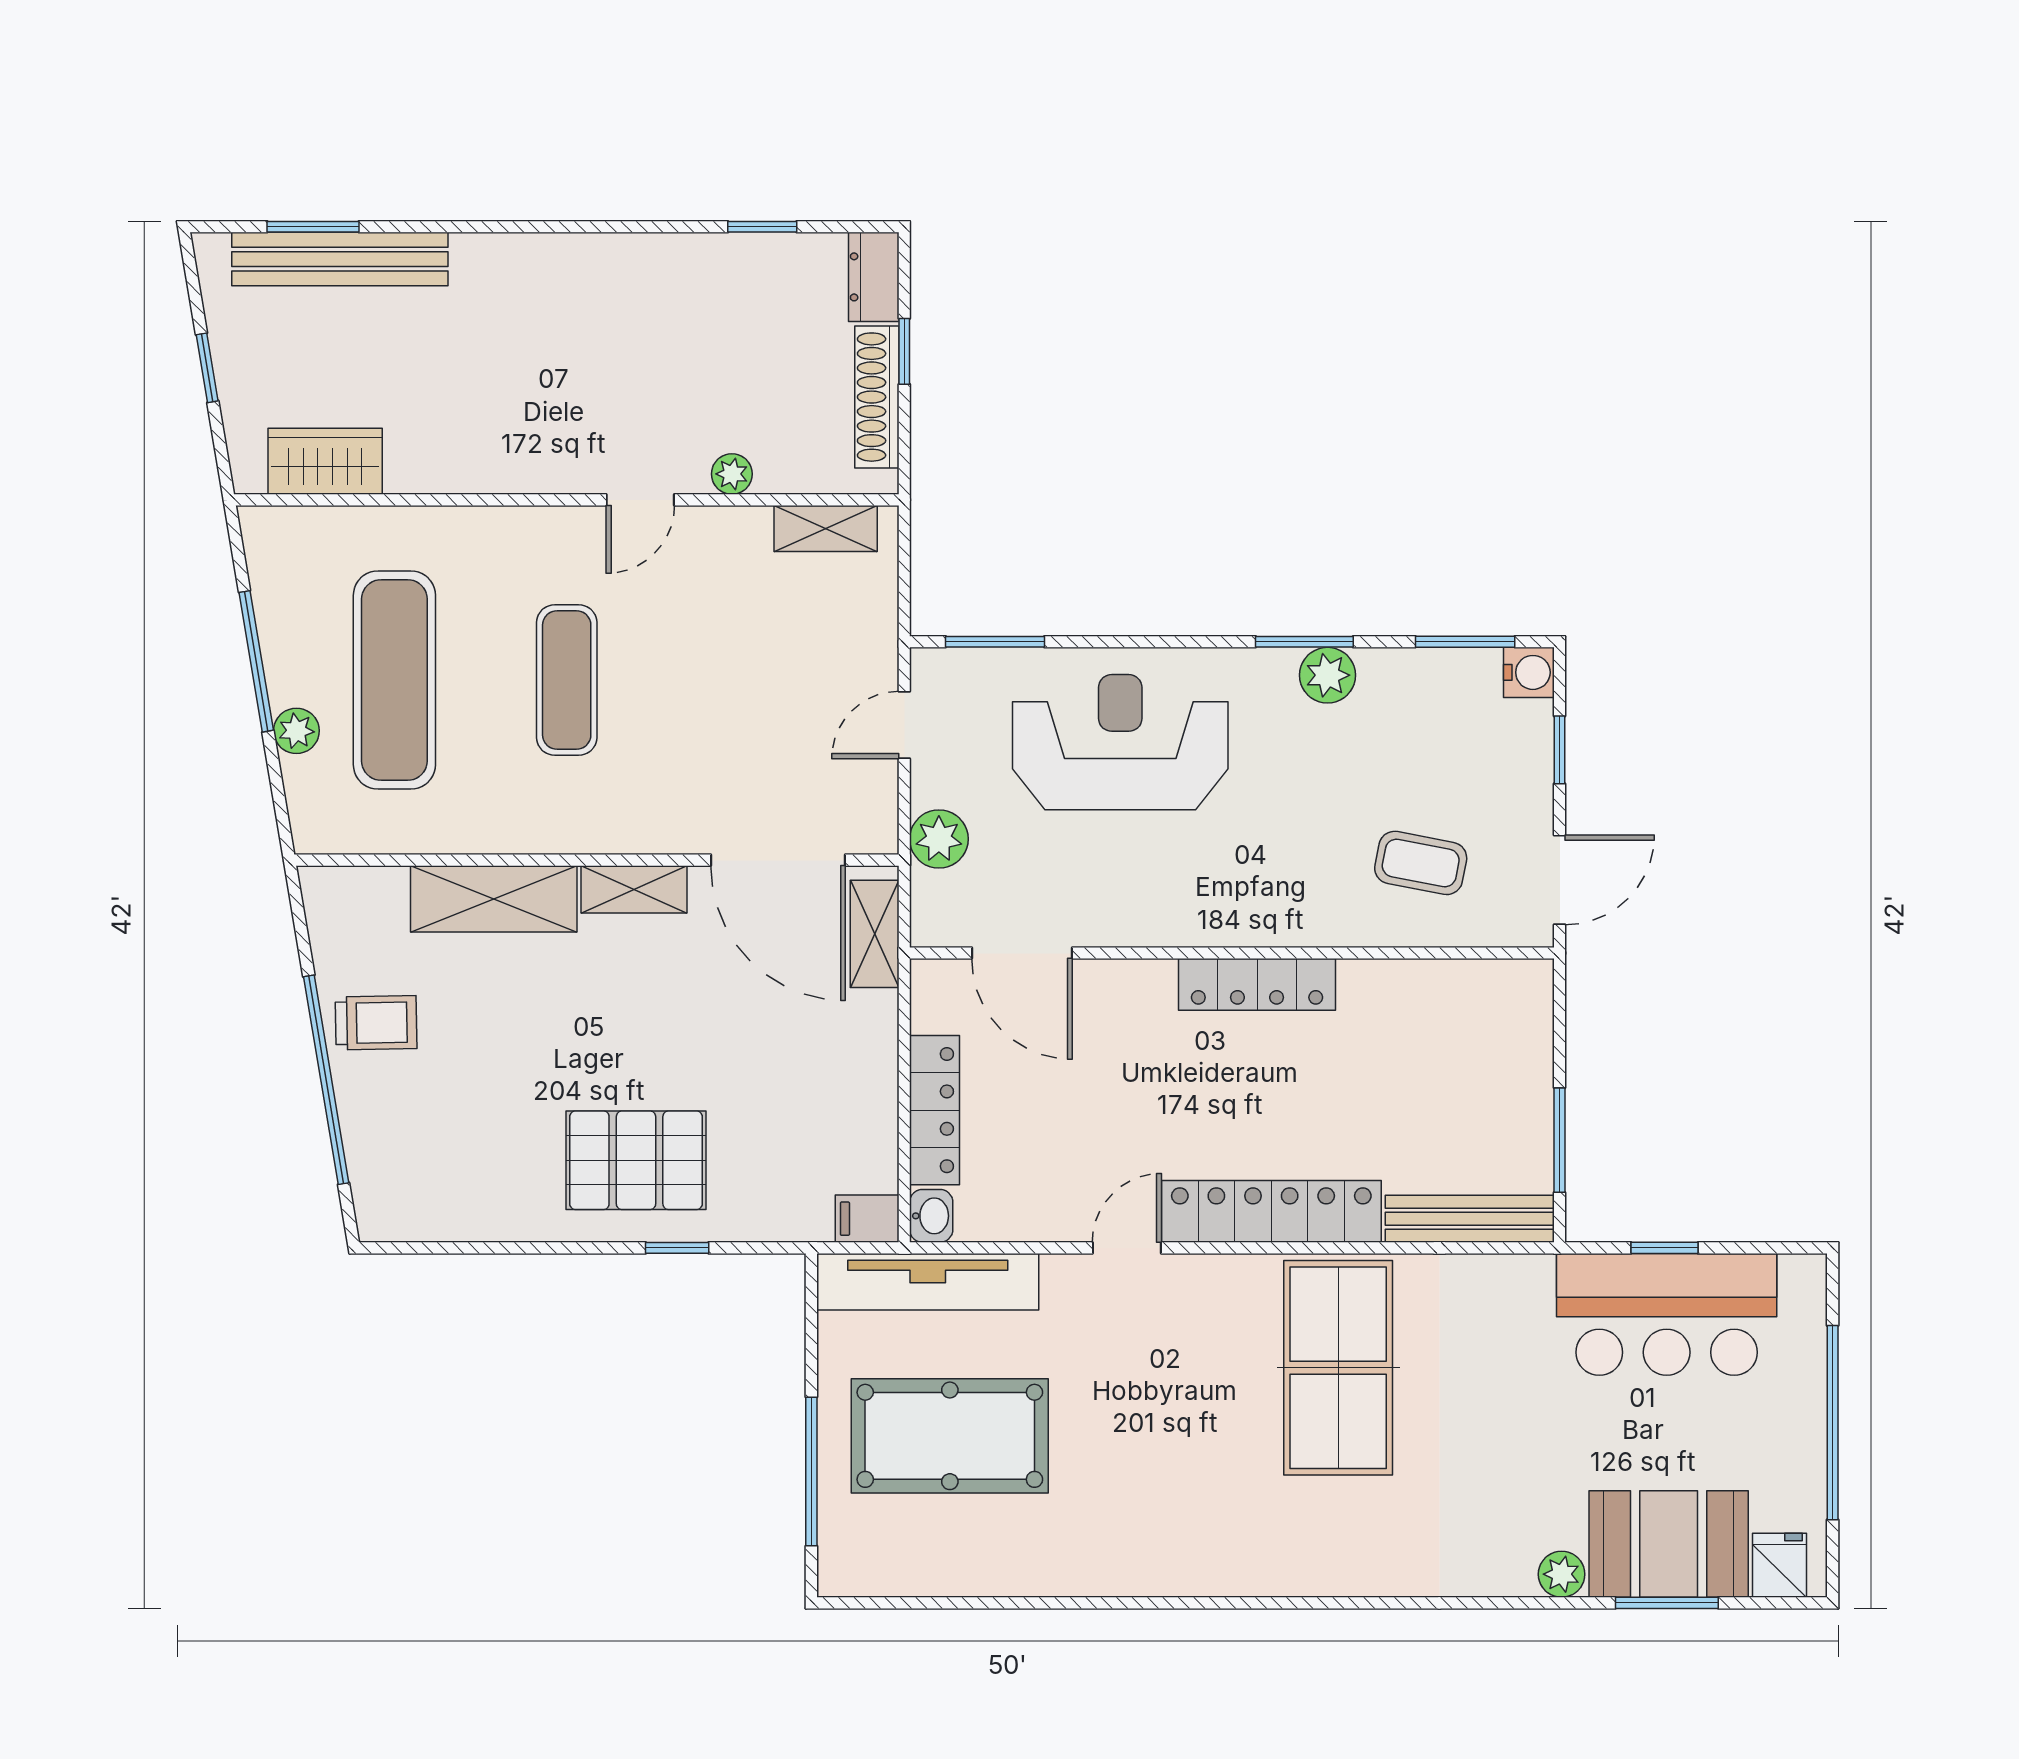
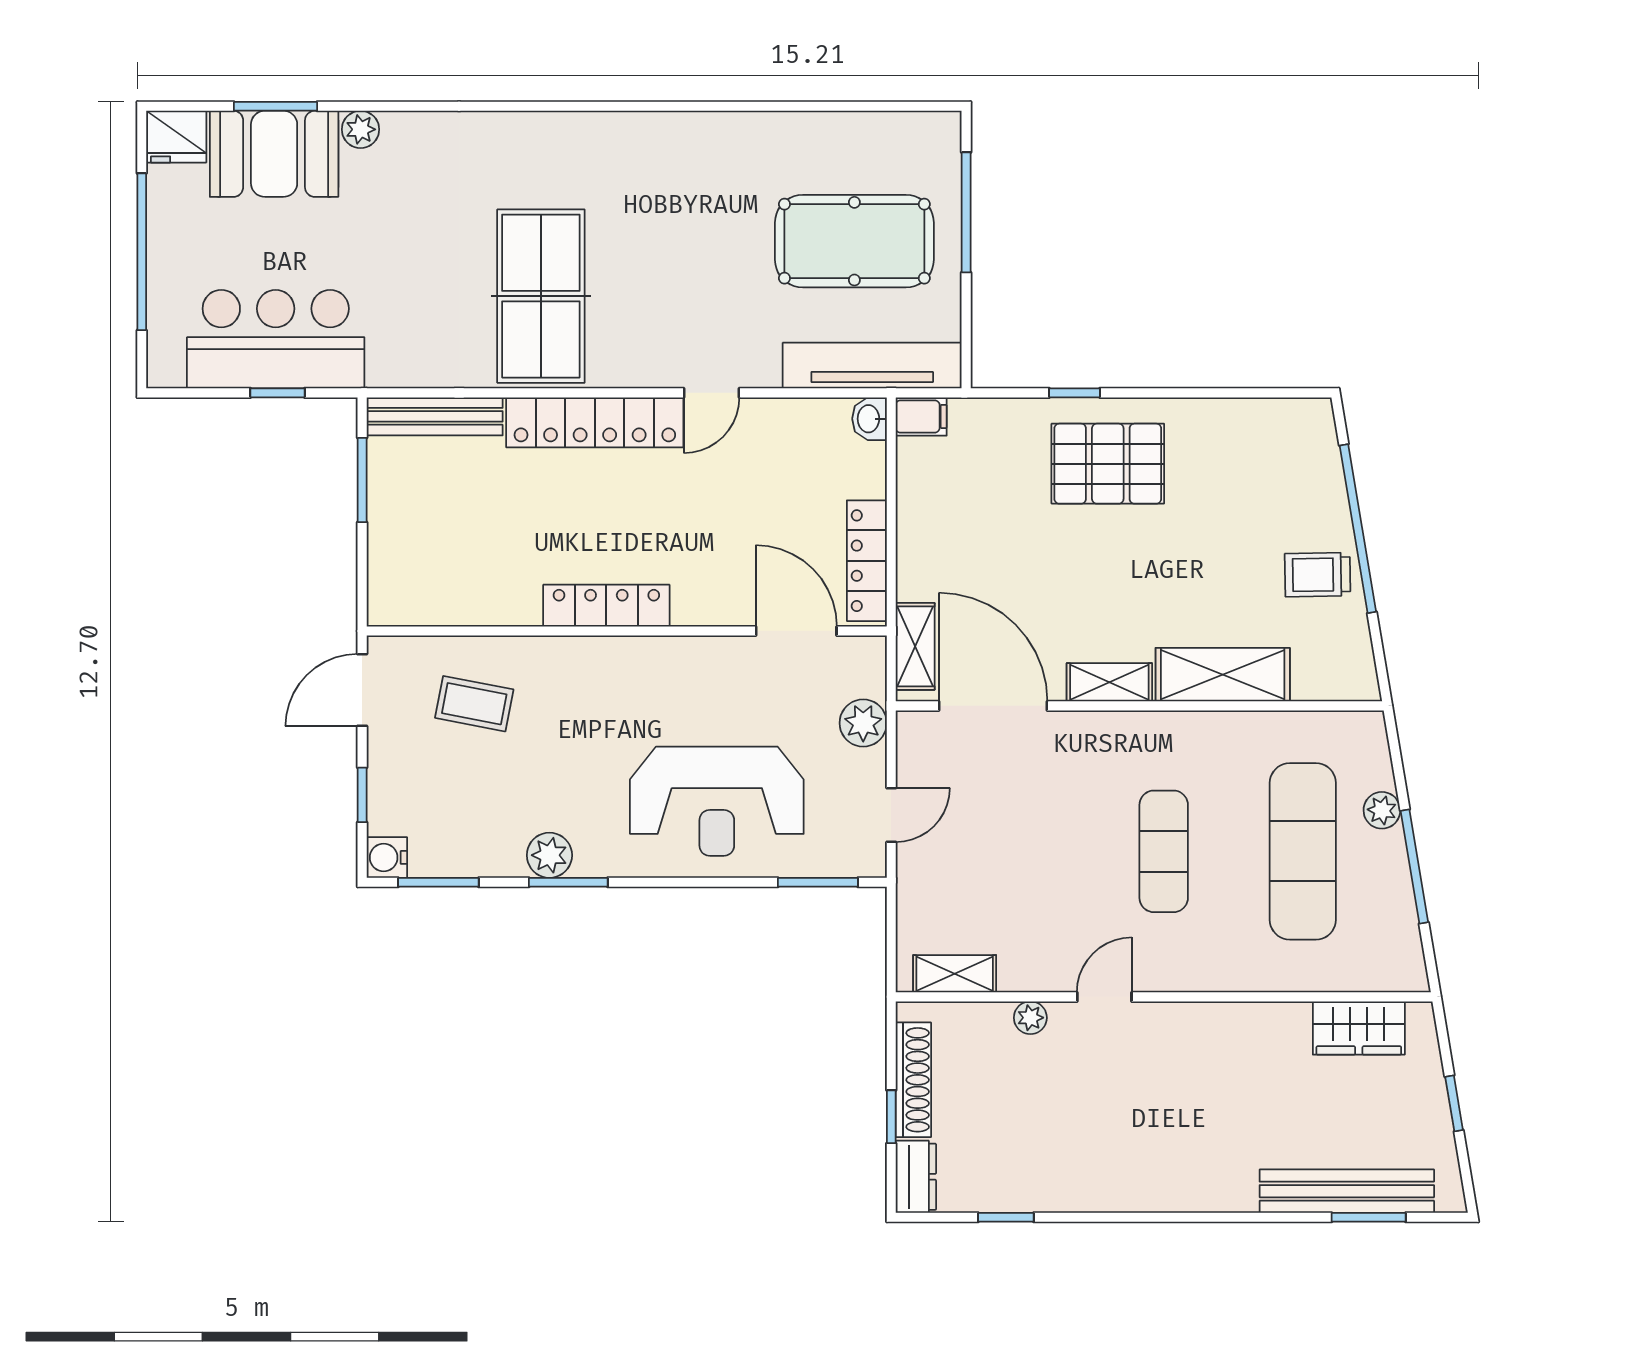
locker: (935, 1110) -> (867, 561), moved
fridge: (1779, 1565) -> (176, 137), width x1.38

